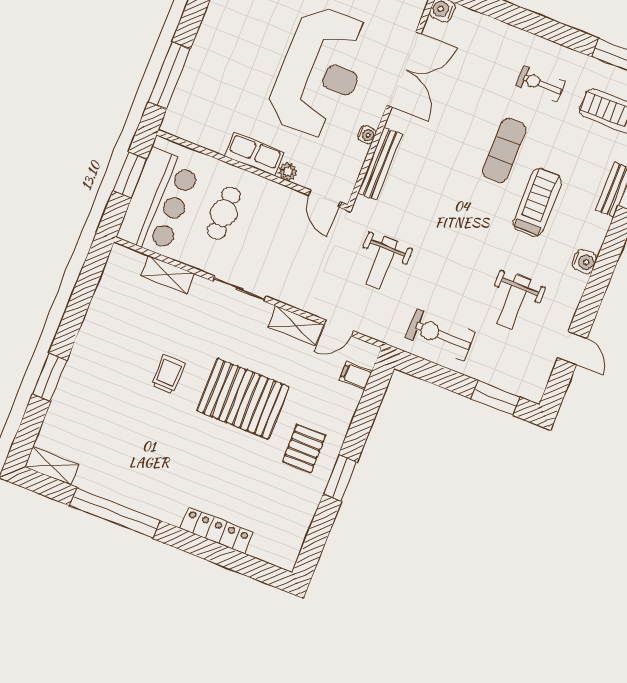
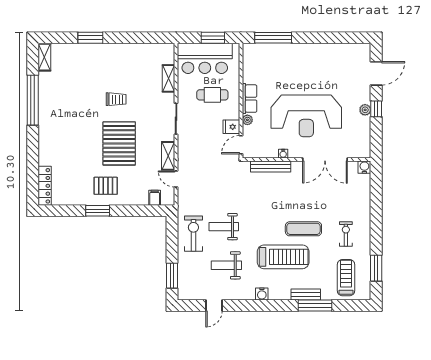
treadmill: (537, 202) -> (283, 257), width x1.37, depth x1.38
fridge: (289, 203) -> (231, 127), added
weight bench: (382, 263) -> (224, 227), moved
locker: (216, 530) -> (45, 186), moved

